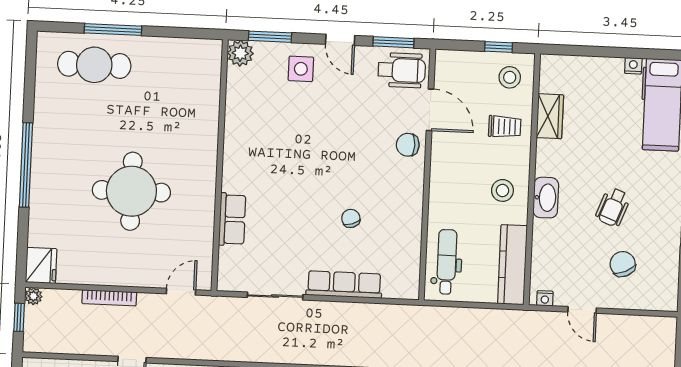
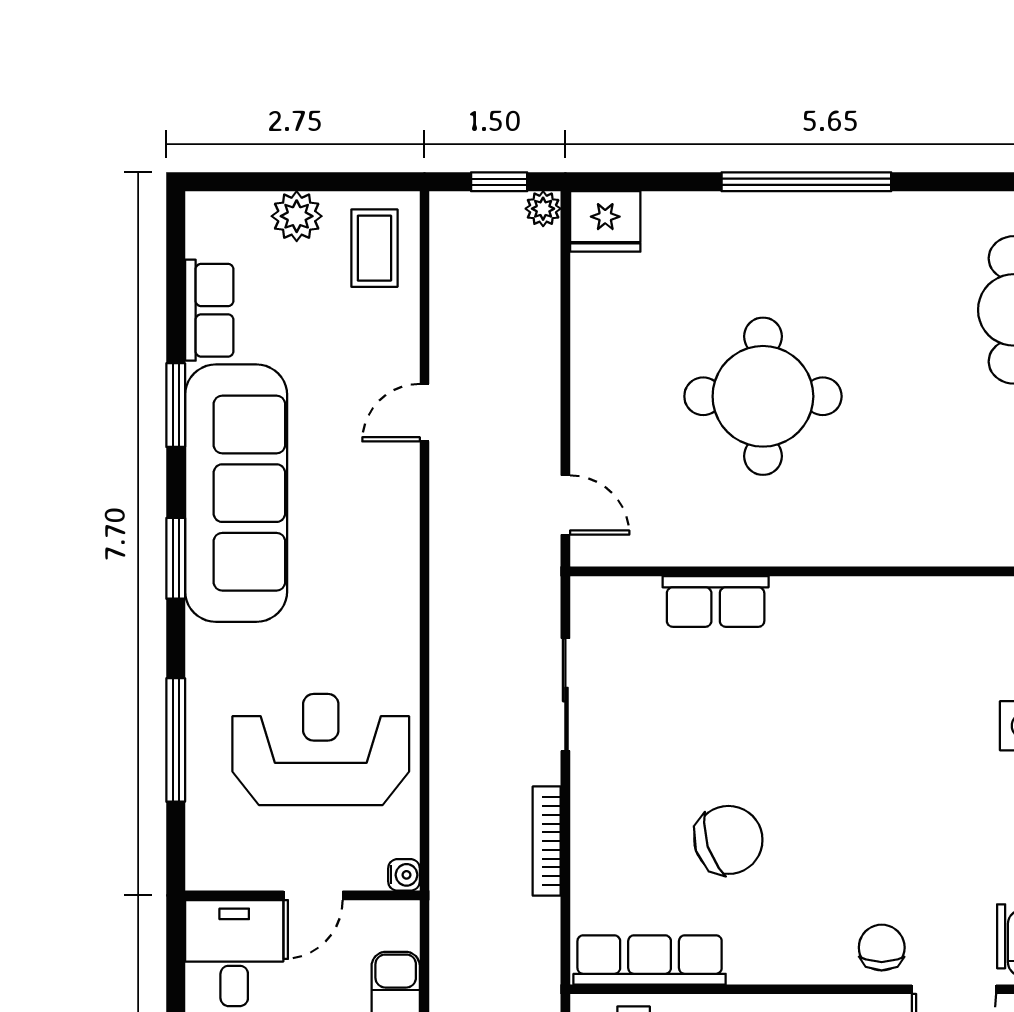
chair: (351, 218) -> (728, 840), width x1.87, depth x1.87
row of seats: (344, 285) -> (650, 960), moved, turned -90
bookcase: (109, 298) -> (547, 841), moved

